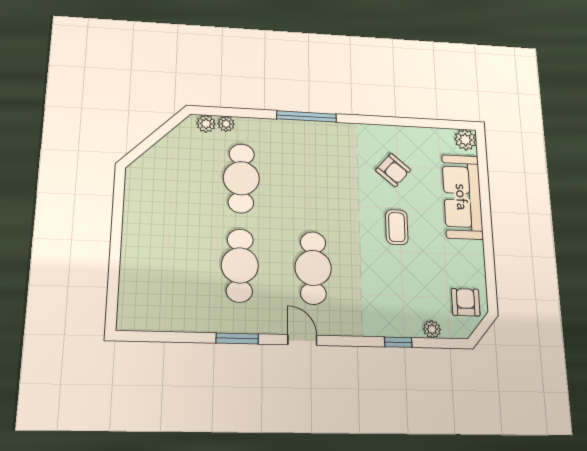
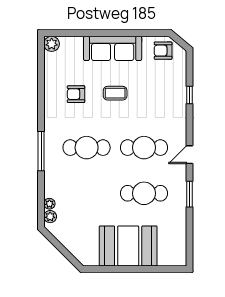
armchair: (393, 170) -> (76, 94), turned -131
cafe table: (241, 178) -> (87, 148), moved
sofa: (462, 197) -> (113, 48), moved
booth: (154, 238) -> (128, 246), added
plant: (432, 329) -> (181, 73), removed

